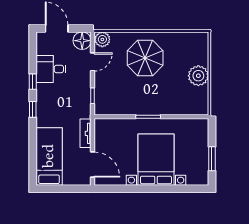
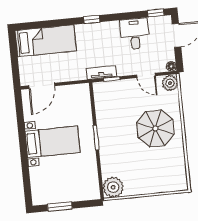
floor lamp: (82, 41) -> (171, 66), width x0.53, depth x0.53
plant: (198, 76) -> (113, 187), moved
window: (33, 82) -> (156, 13), moved
tv unit: (85, 133) -> (101, 73), moved
bed with nightstands: (156, 160) -> (53, 142), width x0.73

